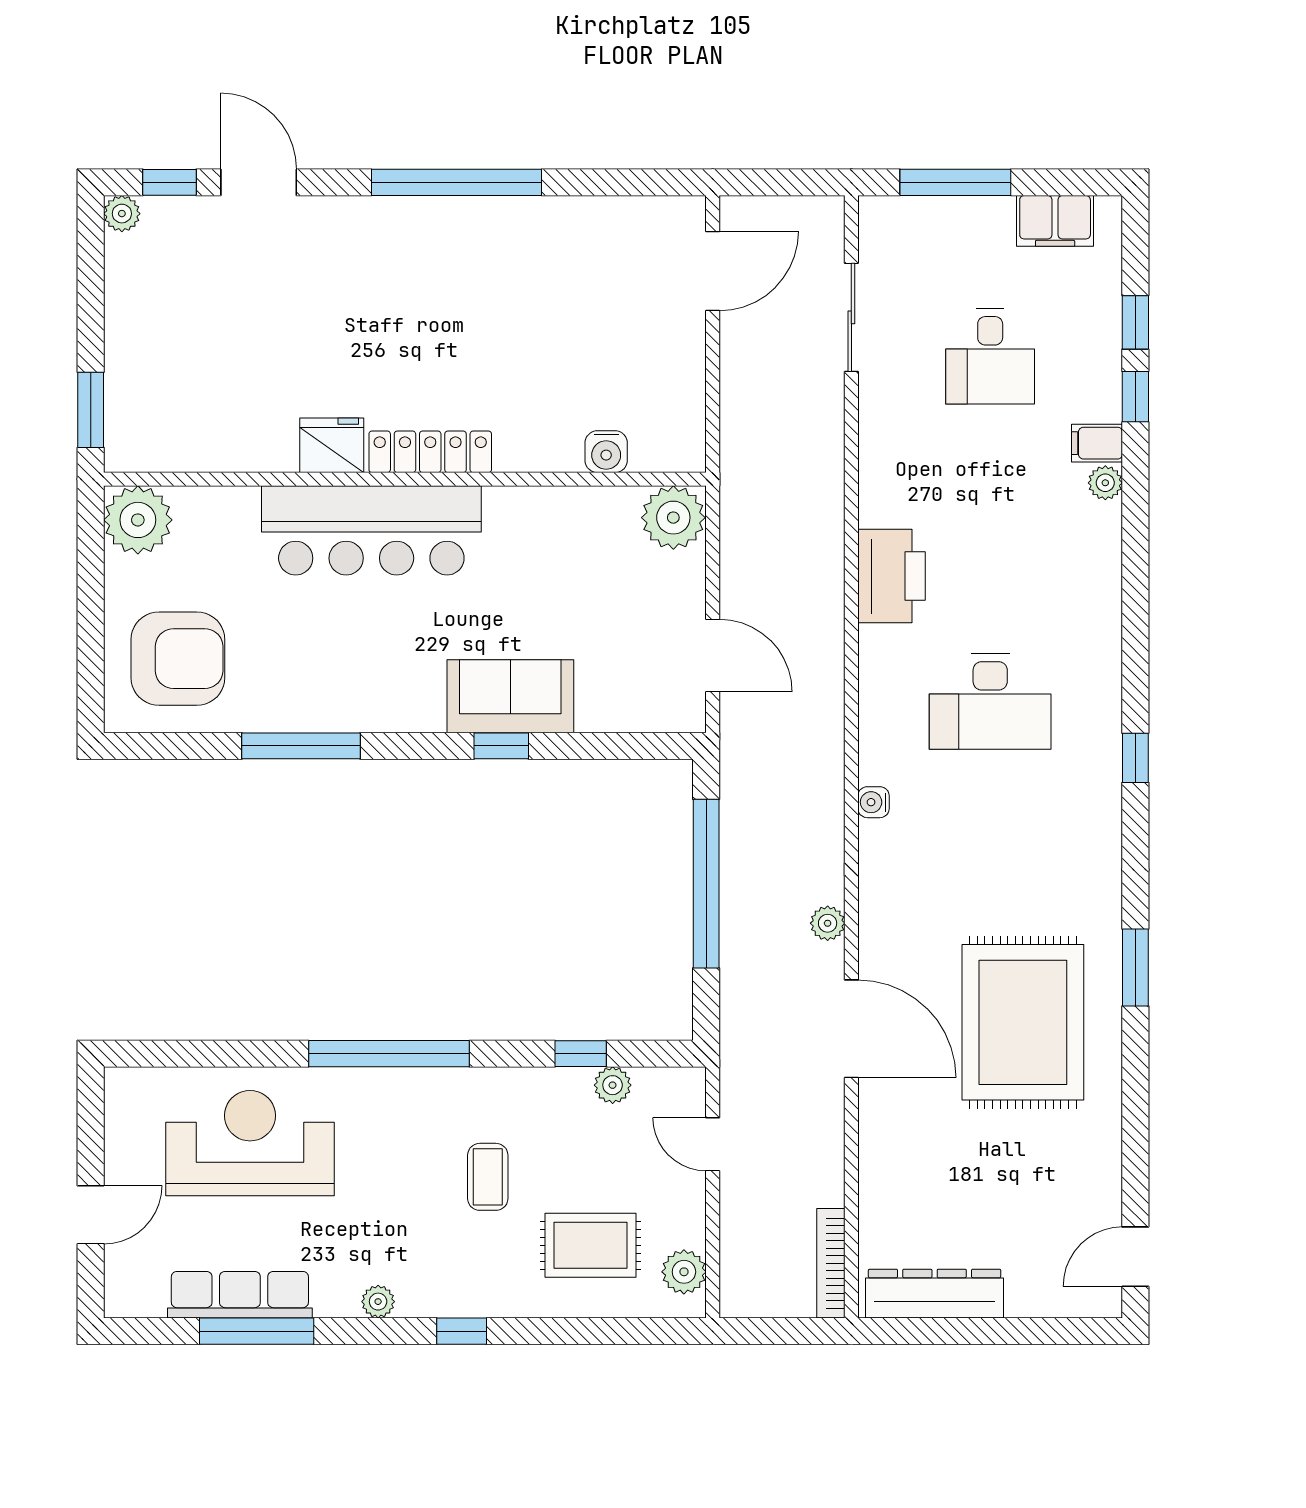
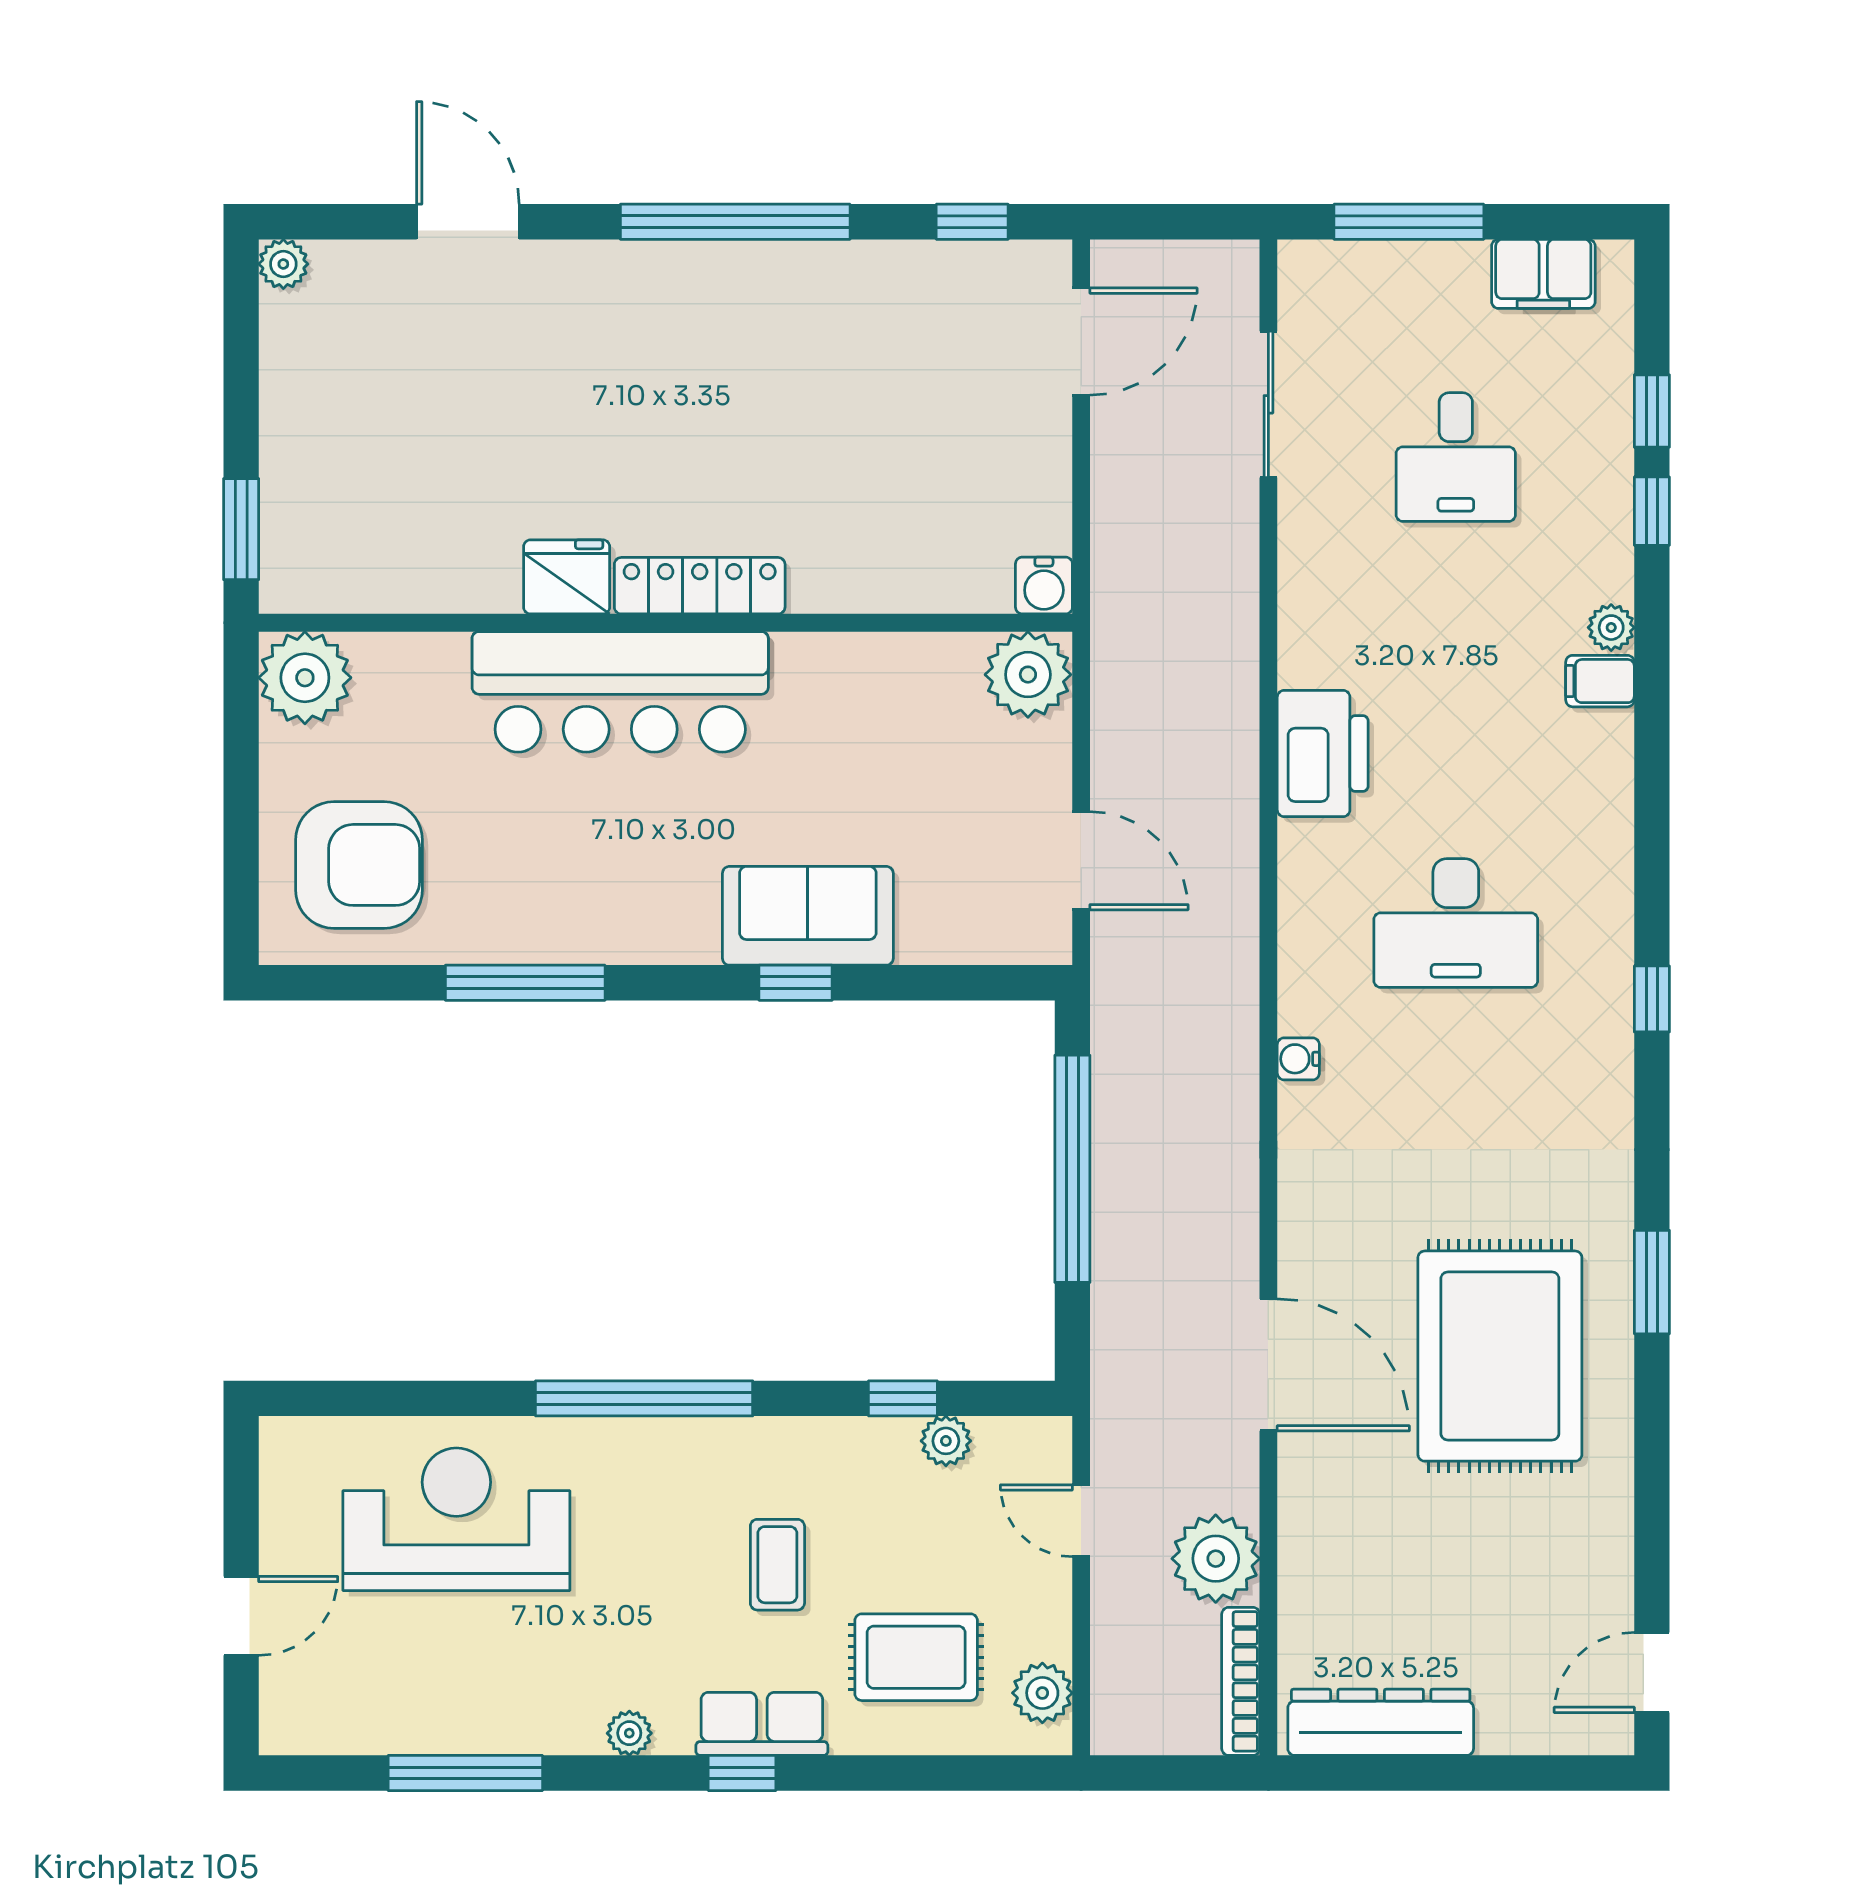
window: (170, 182) -> (972, 222), moved
filing cabinet: (1097, 443) -> (1600, 681), moved
water cooler: (606, 452) -> (1044, 586), moved
plant: (828, 923) -> (1216, 1559), moved, width x1.87, depth x1.87
row of seats: (240, 1295) -> (762, 1724), moved, width x0.68

